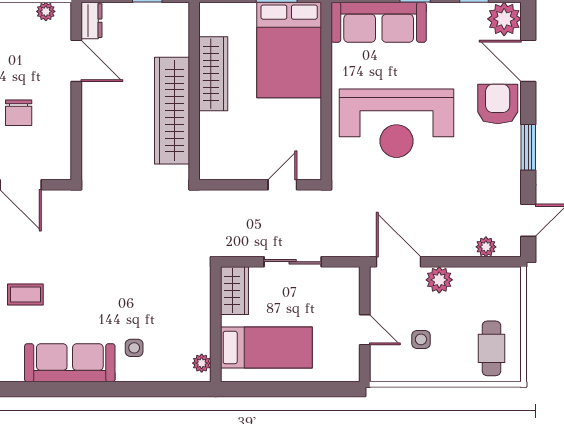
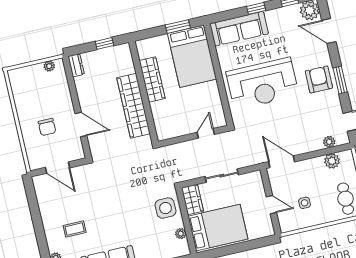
door: (76, 61) -> (81, 125), moved
armchair: (498, 104) -> (319, 79), moved
plant: (439, 280) -> (332, 161), moved
bed: (266, 347) -> (218, 228), width x1.50
side table: (134, 348) -> (165, 208), moved, width x1.87, depth x1.87
plant: (202, 363) -> (181, 234), moved

